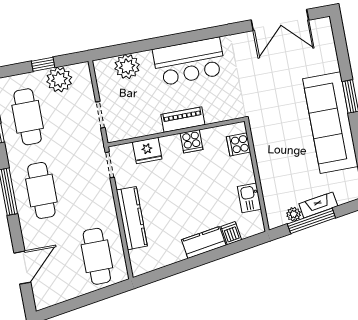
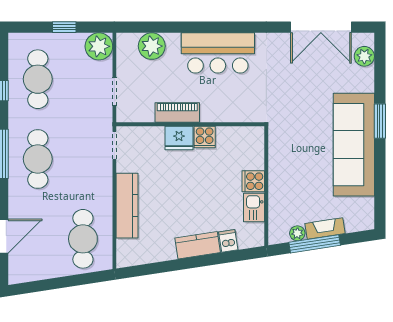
plant: (325, 39) -> (364, 56), added
plant: (59, 80) -> (99, 46), moved
piano: (183, 120) -> (177, 113), moved
cooker: (239, 144) -> (253, 181), moved
fridge: (147, 151) -> (179, 138), moved

